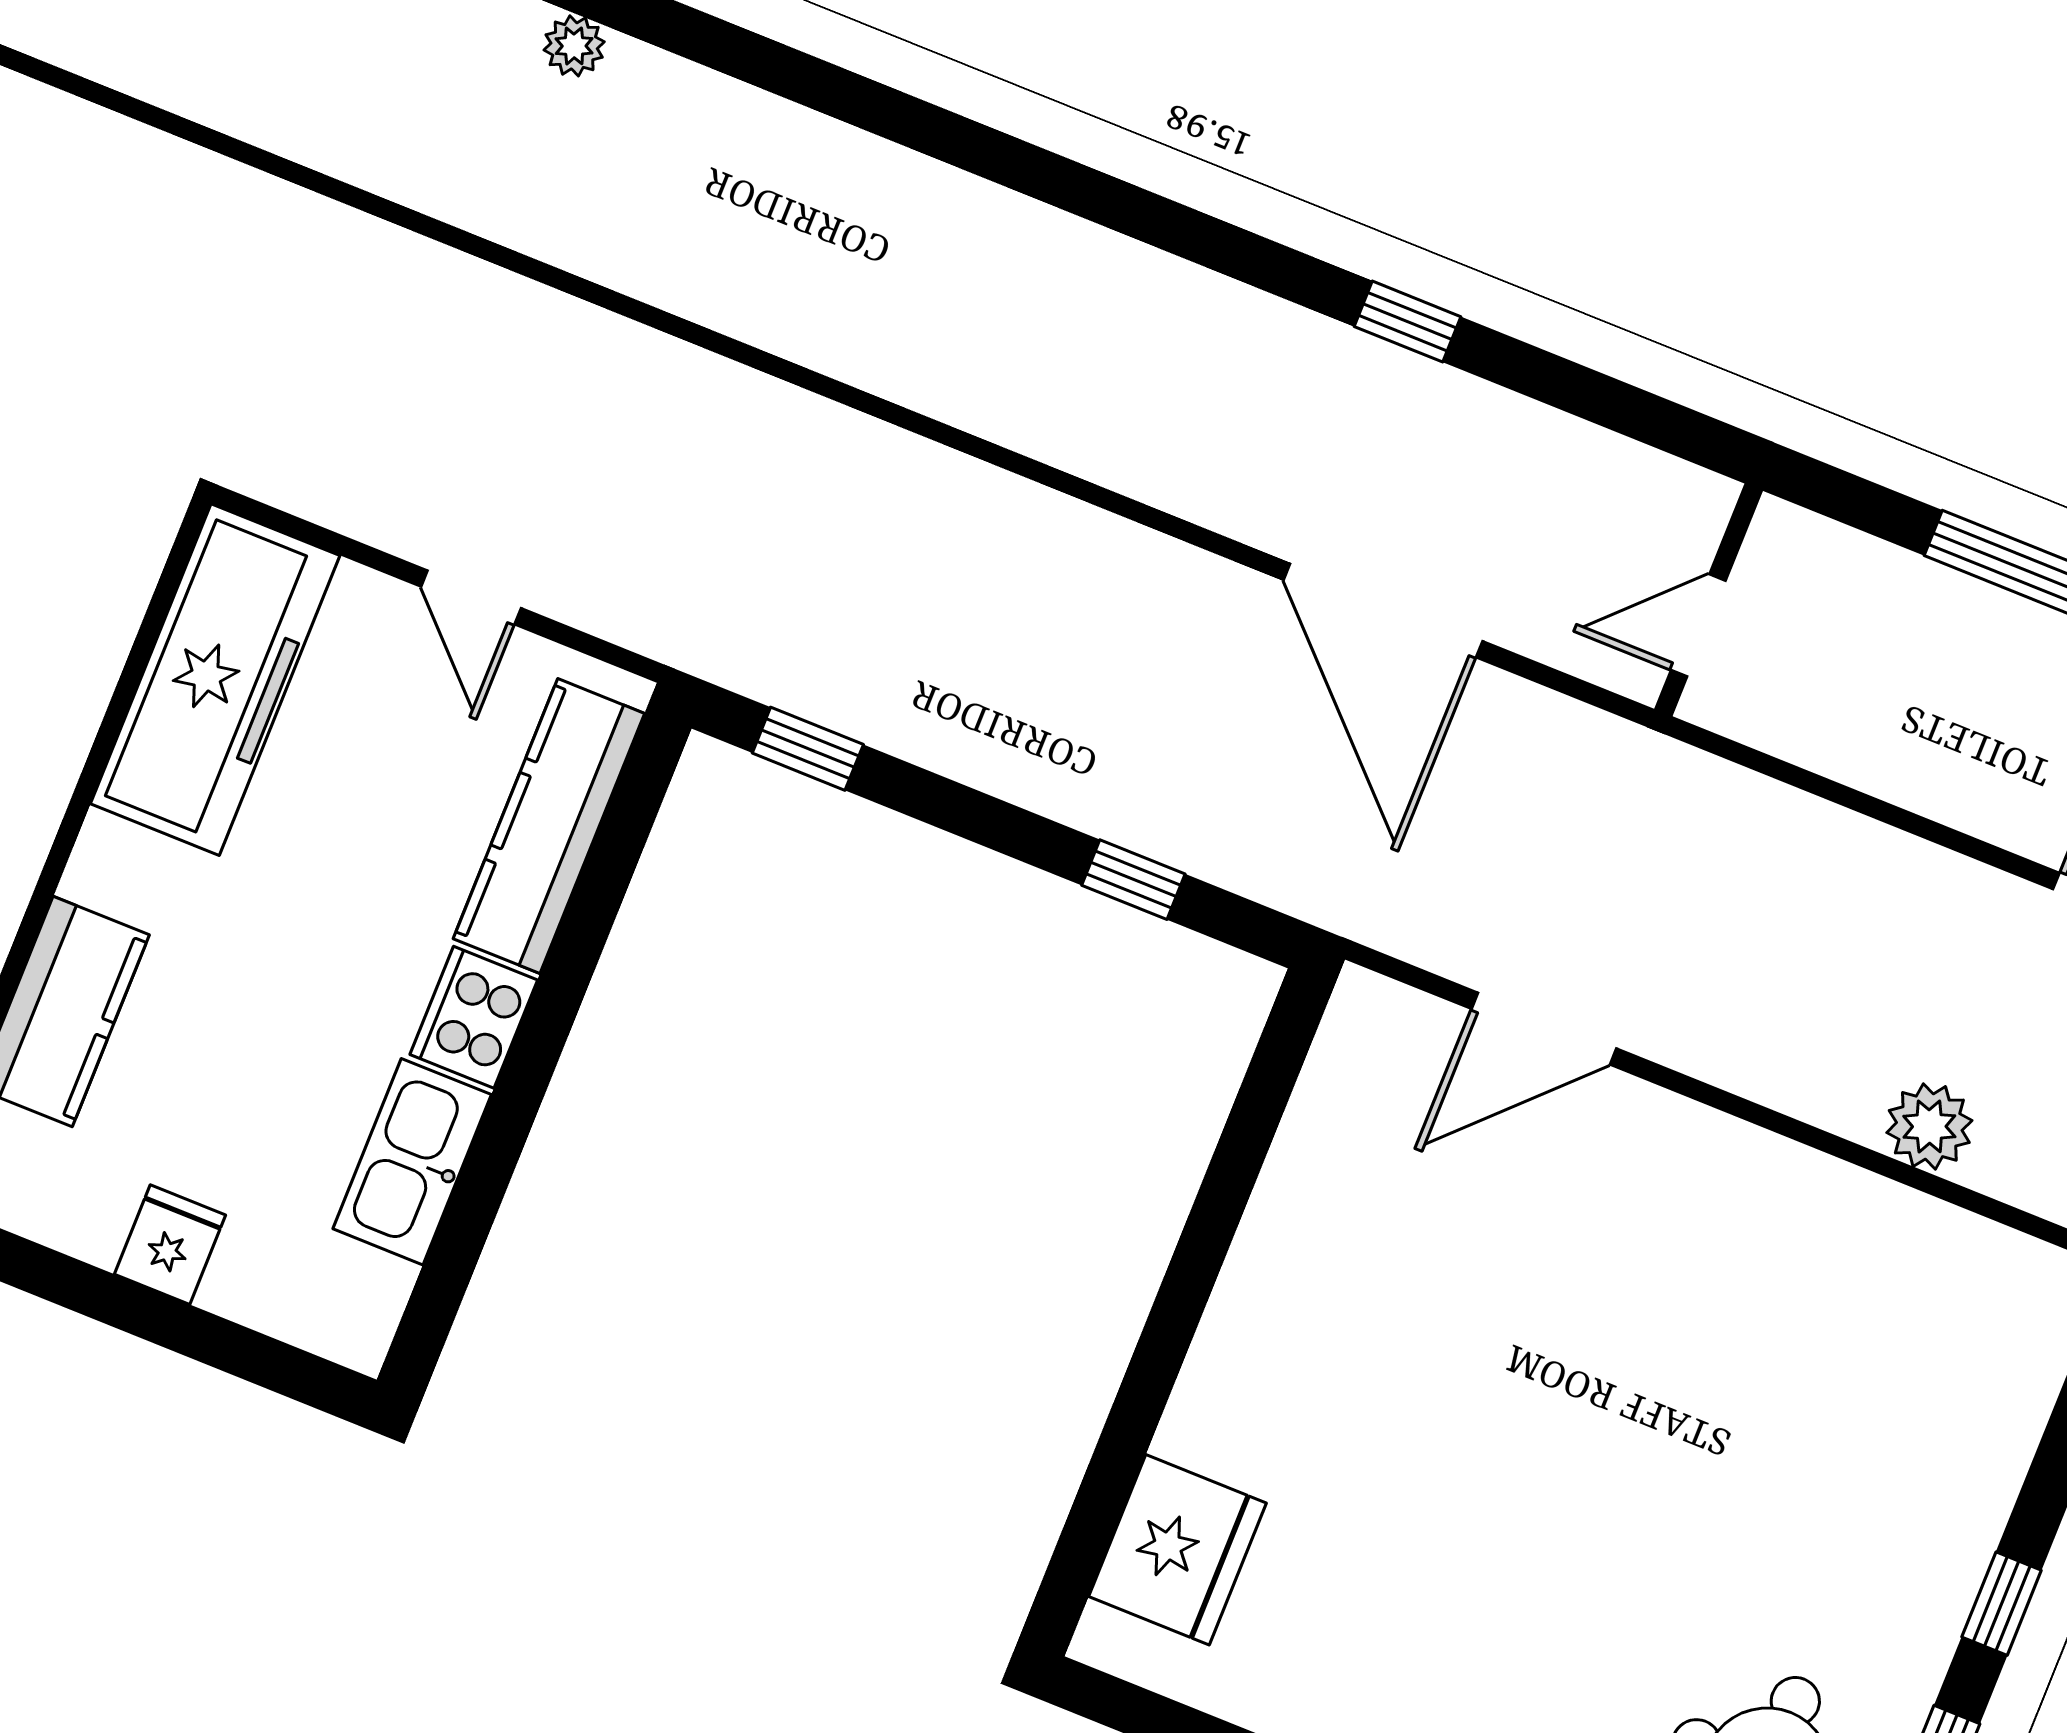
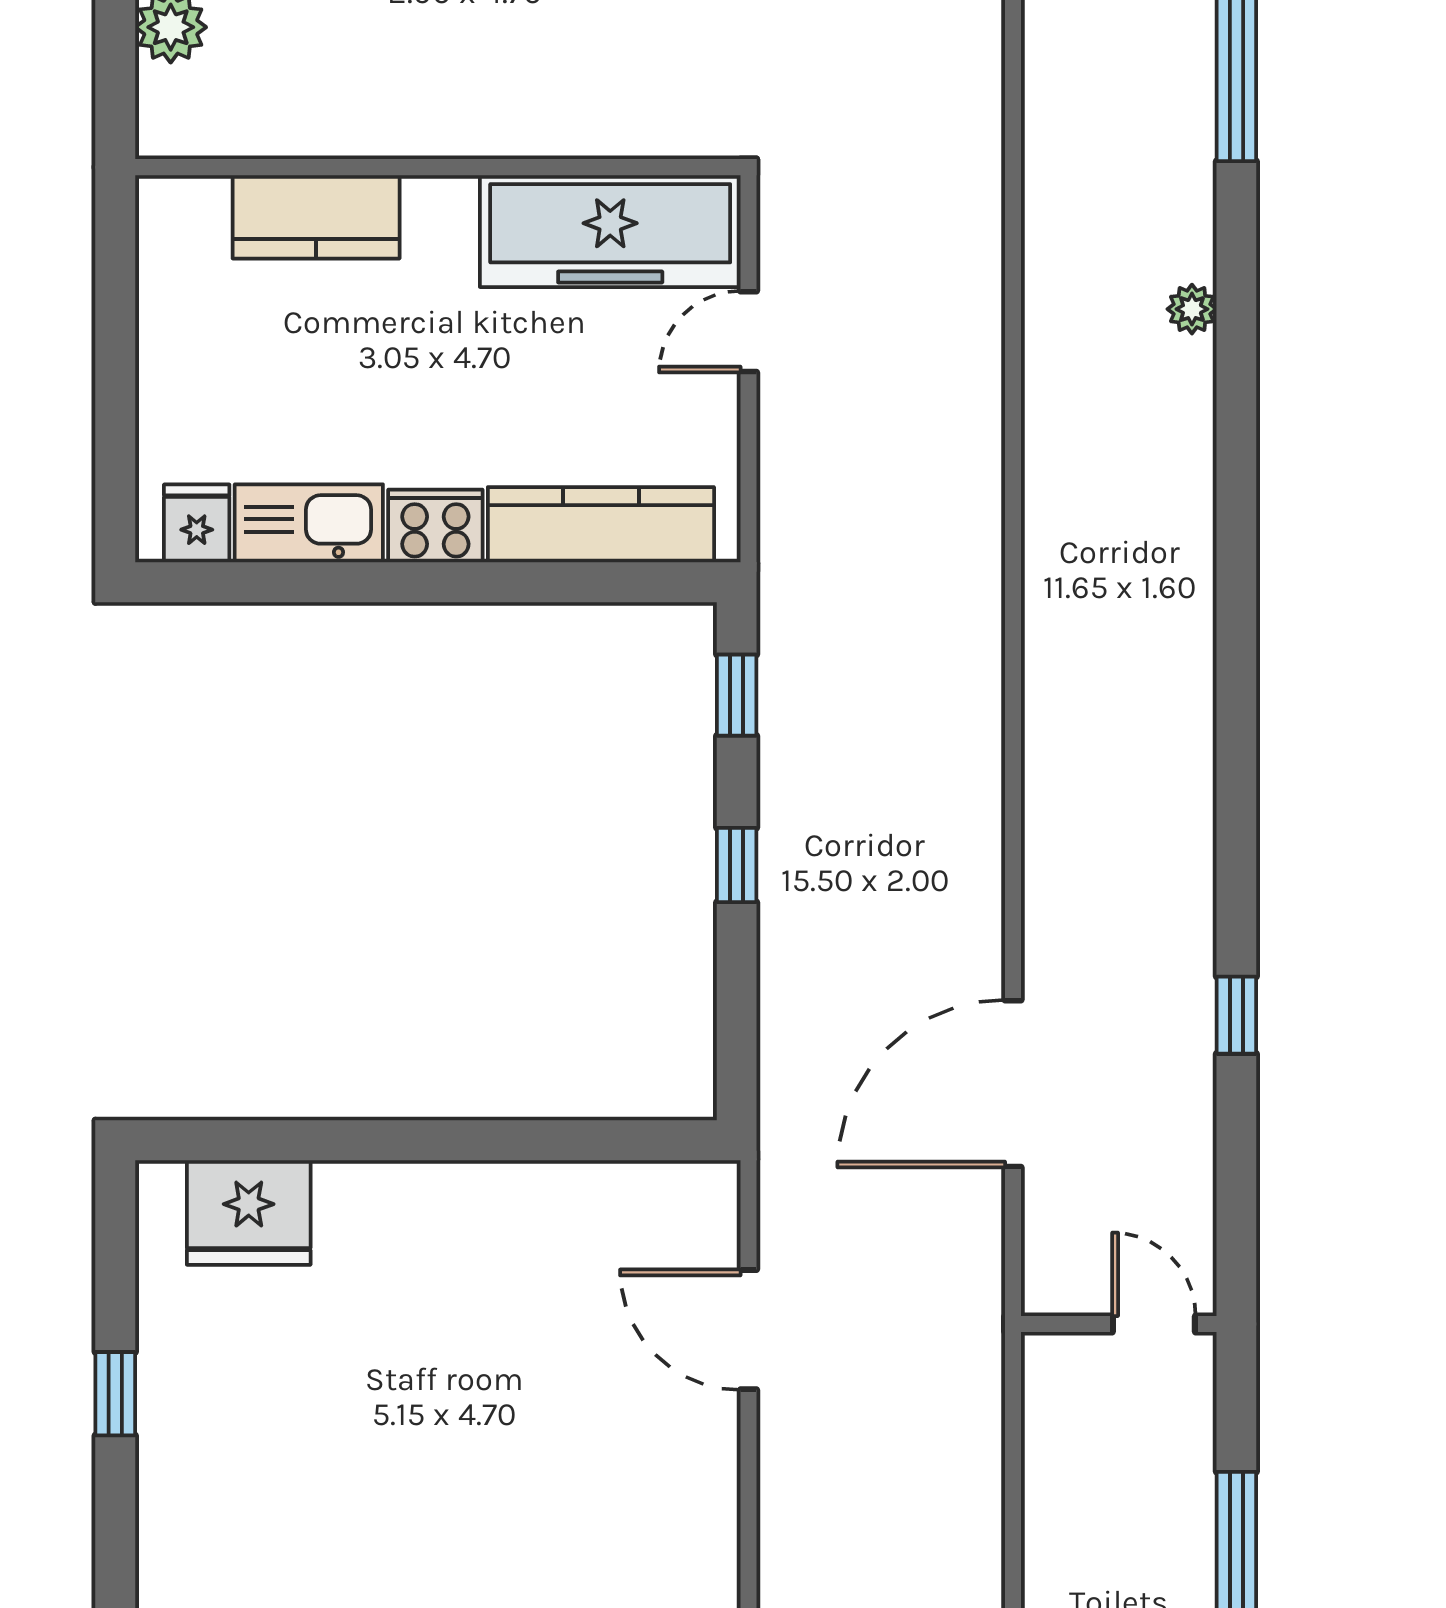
door: (471, 597) -> (749, 332), moved
door: (1698, 625) -> (1154, 1324), moved
window: (1133, 880) -> (737, 865), moved
fridge: (170, 1245) -> (197, 523), moved, turned -90

